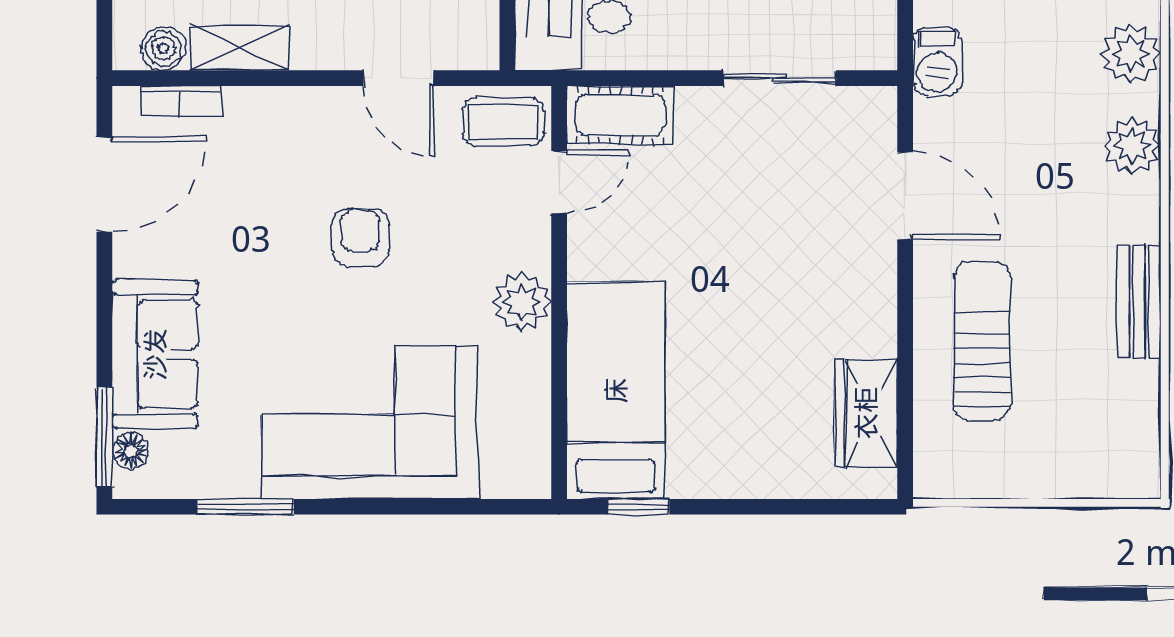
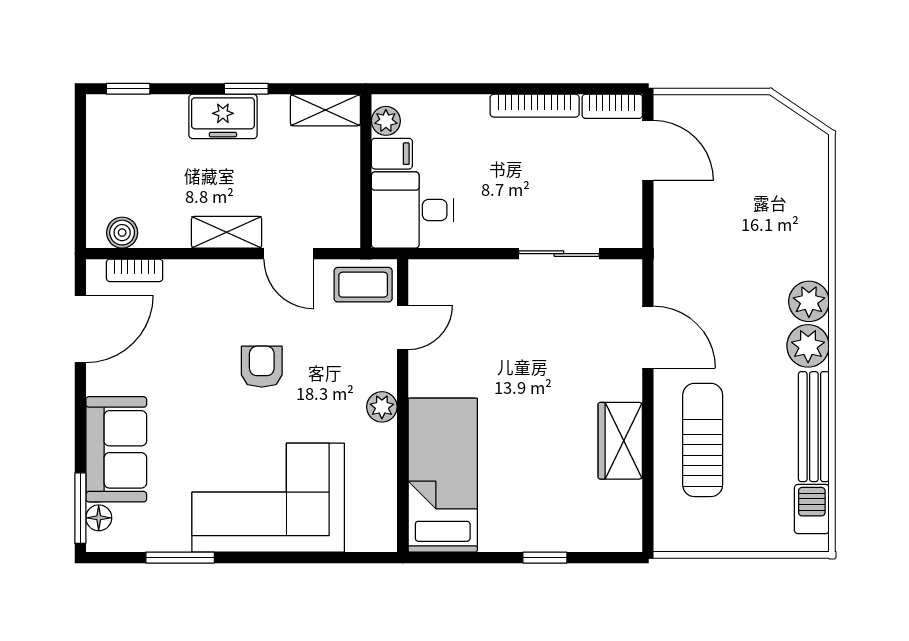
shelving: (239, 48) -> (227, 232), moved
plant: (1131, 54) -> (808, 346), moved
barbecue: (937, 61) -> (812, 509), moved, turned 180
cot: (621, 115) -> (446, 280), removed
bench: (1139, 301) -> (814, 427), width x1.36
plant: (522, 302) -> (382, 407), width x0.73, depth x0.73
wardrobe: (866, 413) -> (620, 441), moved
window: (638, 507) -> (545, 558), moved

